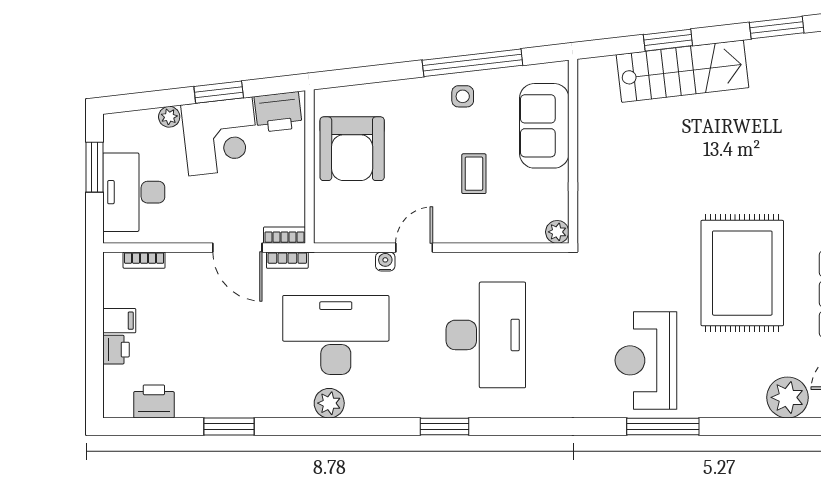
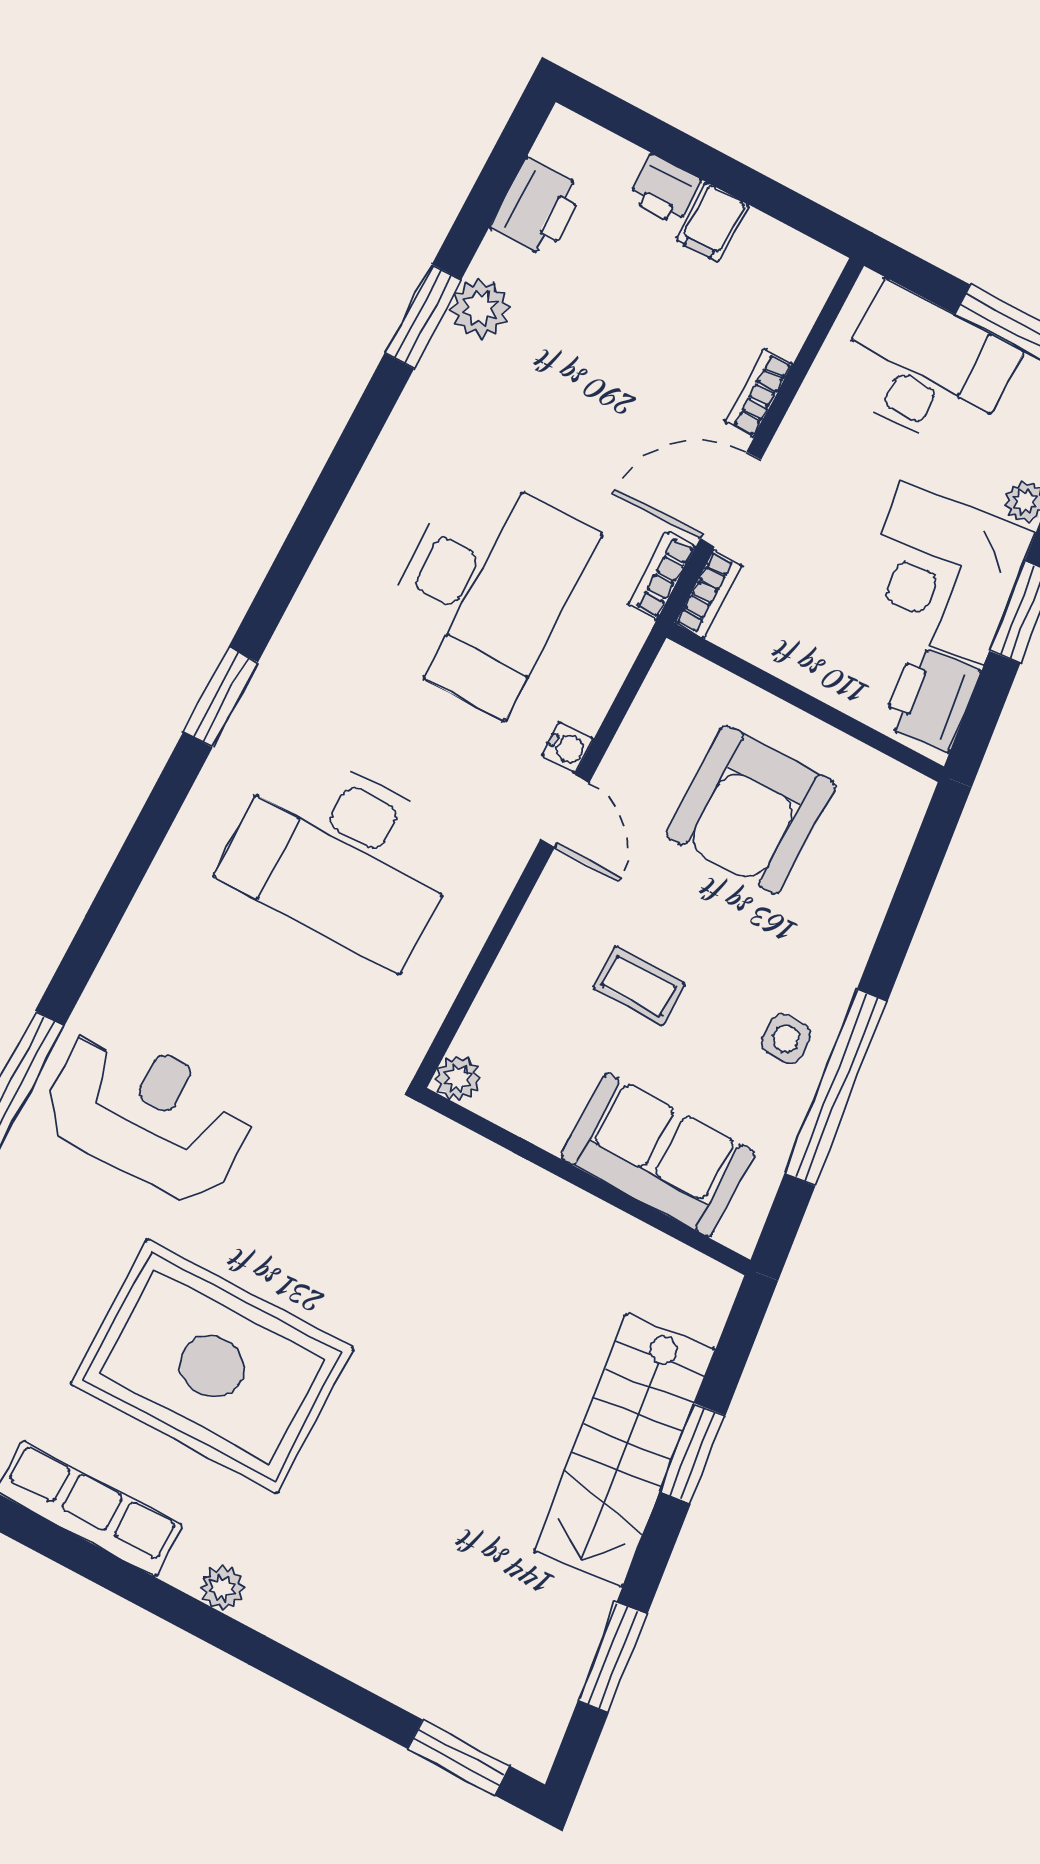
armchair: (352, 149) -> (751, 810), moved, turned -90
bookcase: (144, 260) -> (759, 393), moved
plant: (329, 403) -> (480, 308), moved

